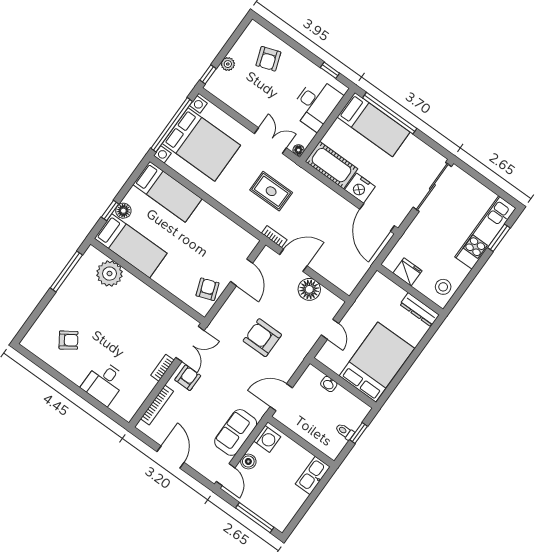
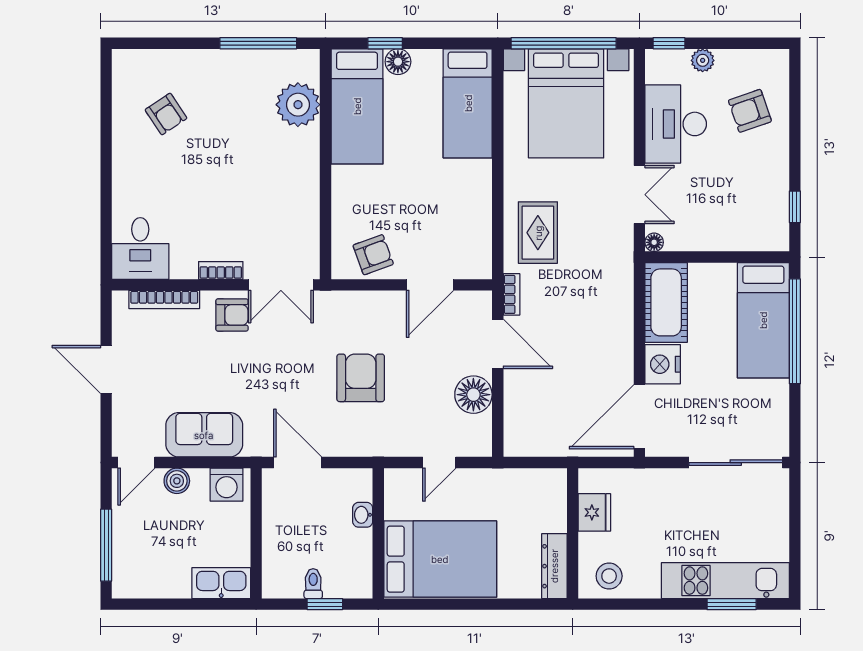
desk: (316, 104) -> (676, 124), moved, turned 90
rug: (271, 191) -> (538, 233), moved
desk: (104, 383) -> (140, 248), moved, turned -90
door: (171, 457) -> (106, 370), swing flipped

